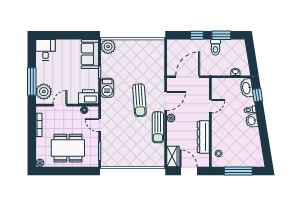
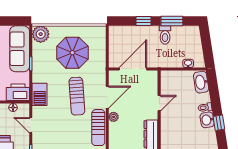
sofa: (90, 54) -> (20, 49), width x1.36
parasol: (136, 63) -> (72, 53), added
barbecue: (107, 88) -> (40, 94), moved
window: (257, 95) -> (219, 123), moved

